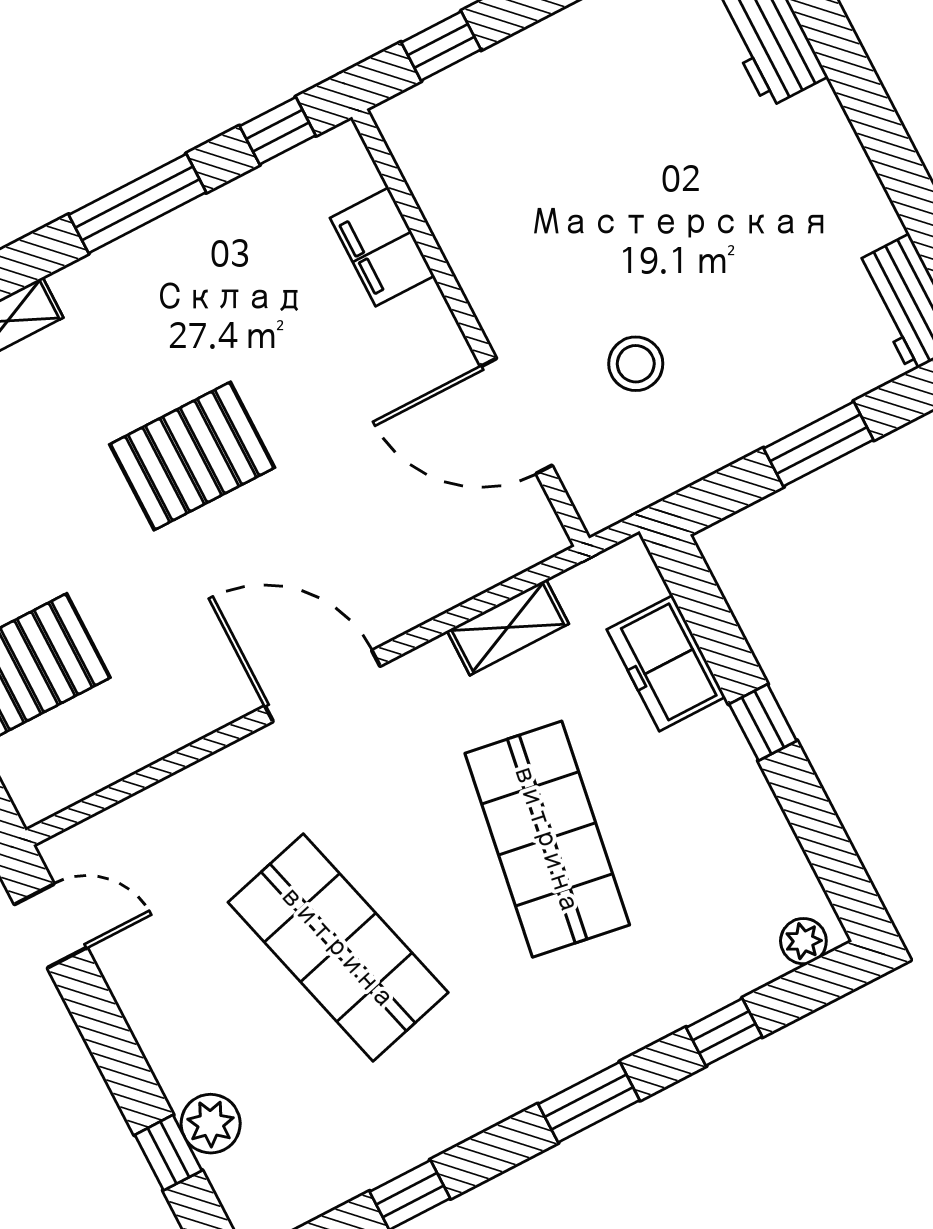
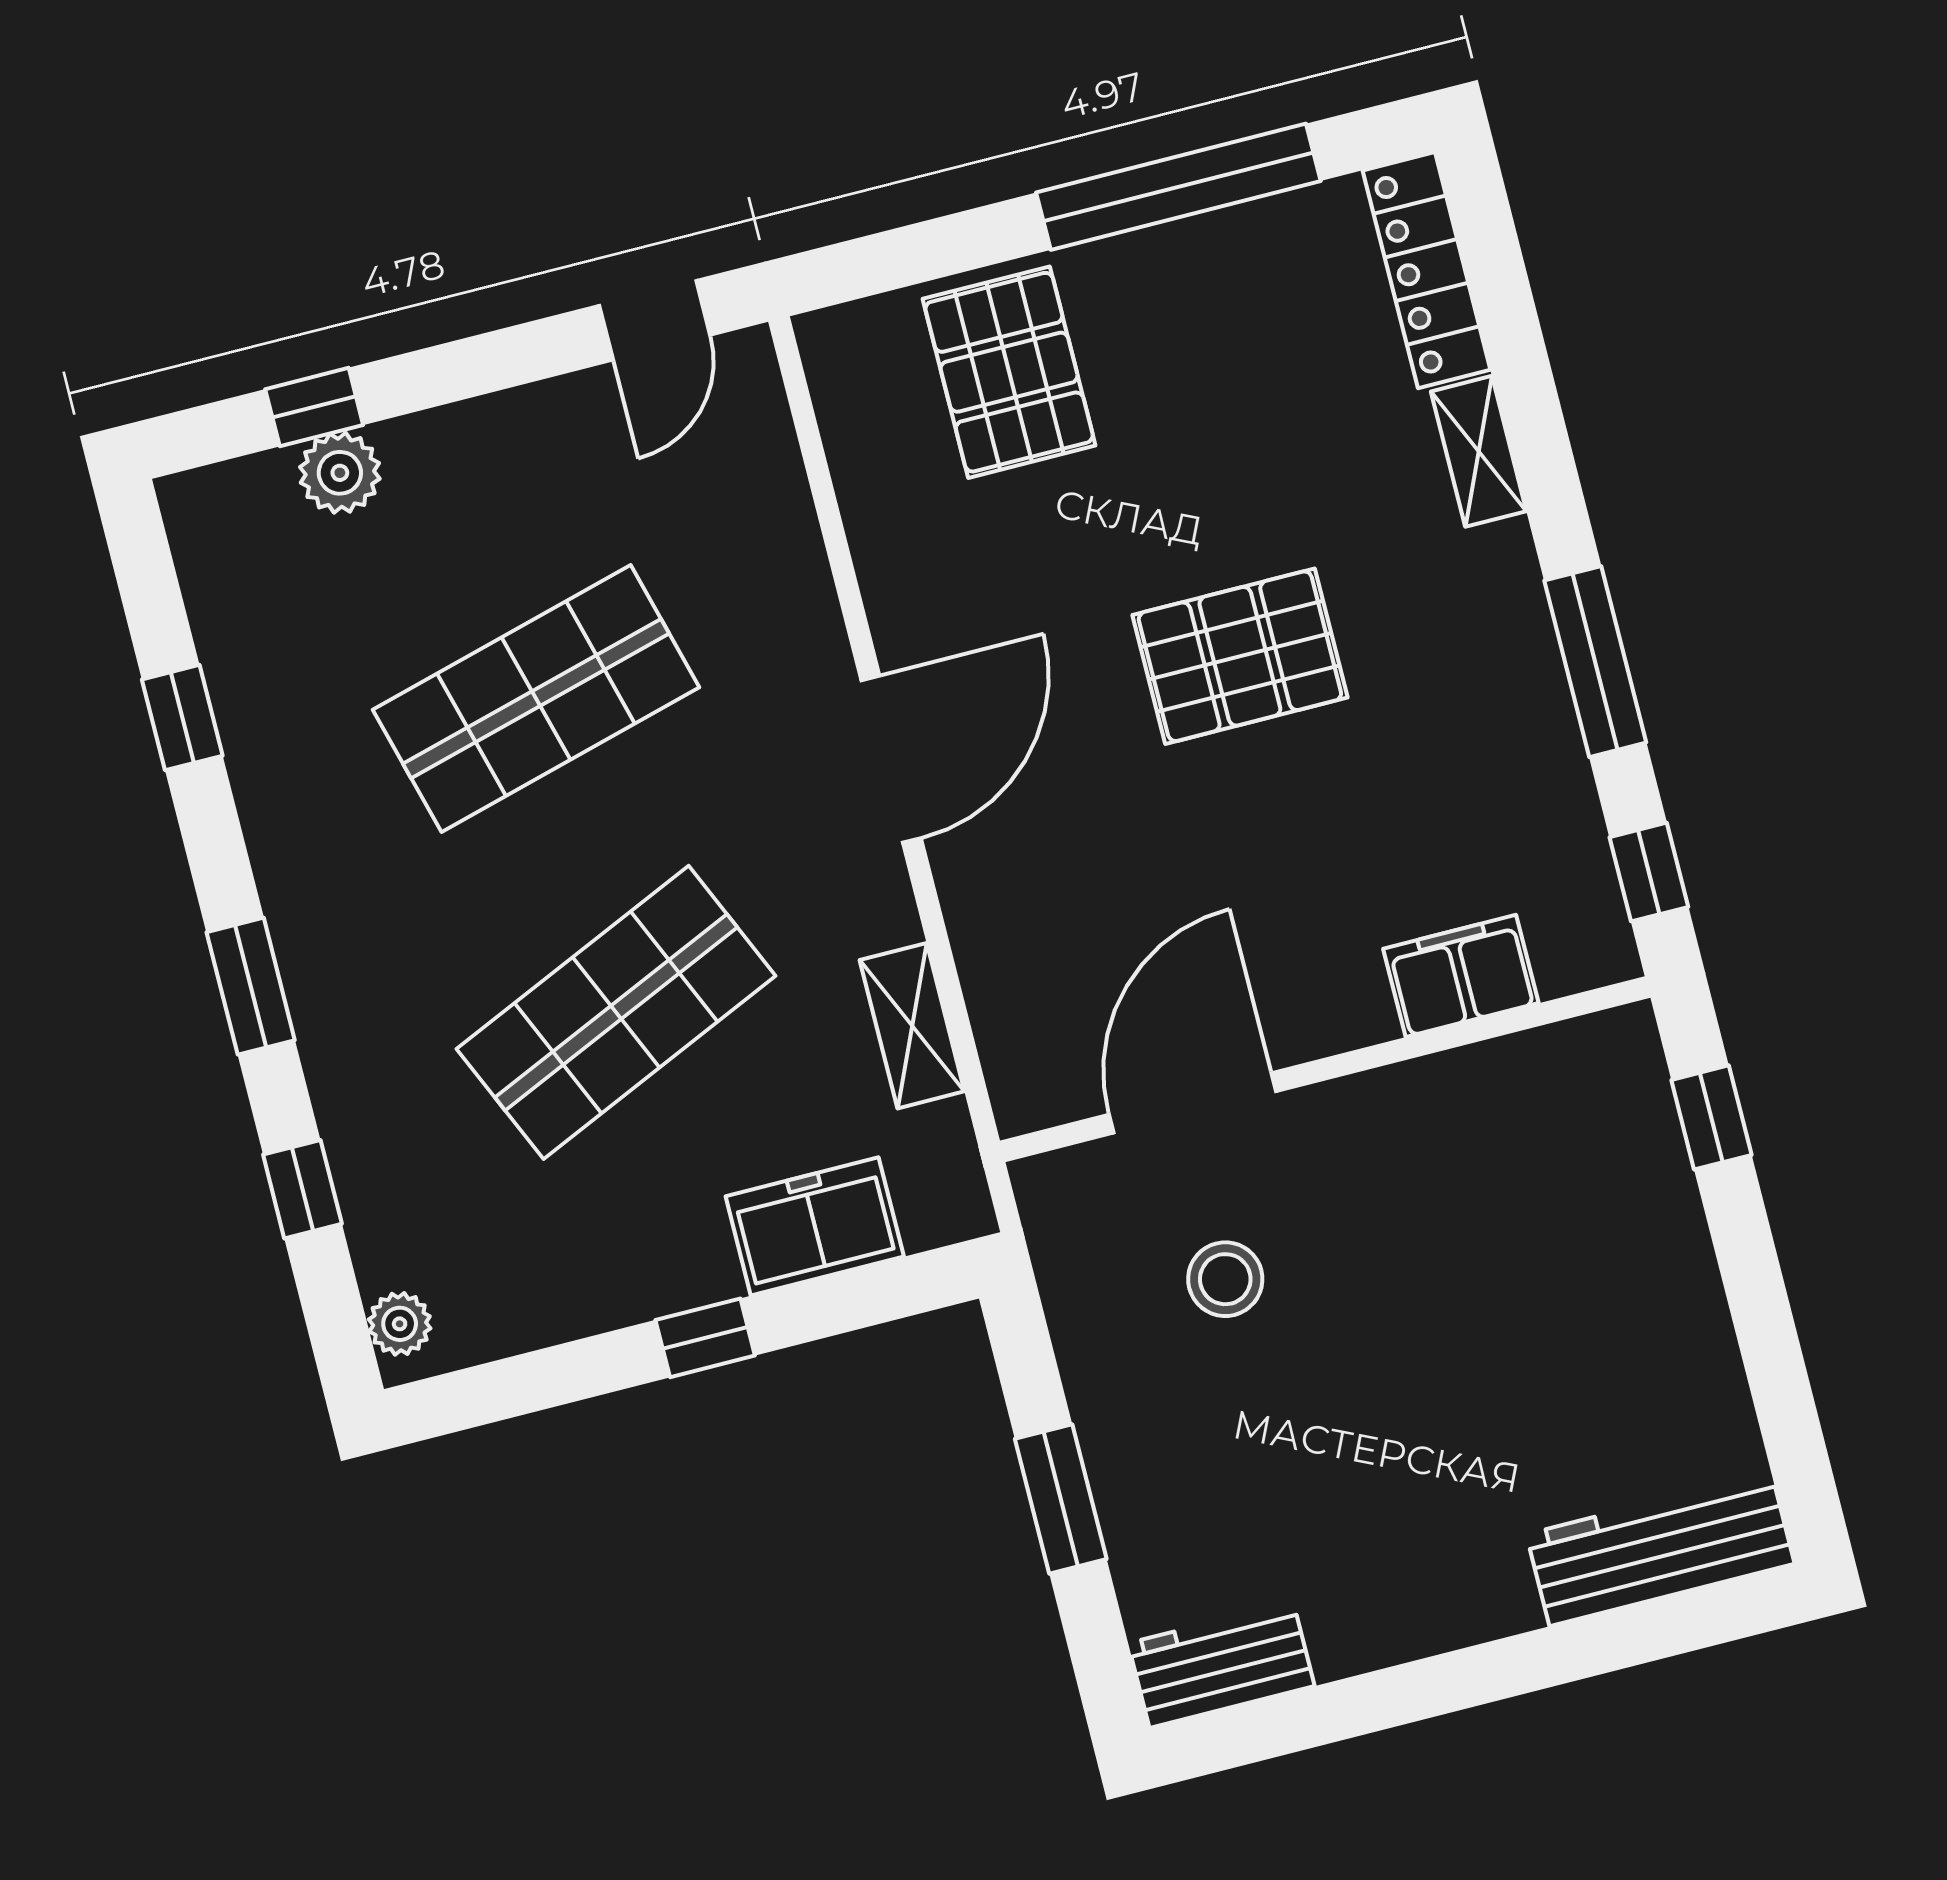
pallet: (192, 456) -> (1240, 656), turned 90
shop shelf: (547, 839) -> (616, 1012), turned -33

